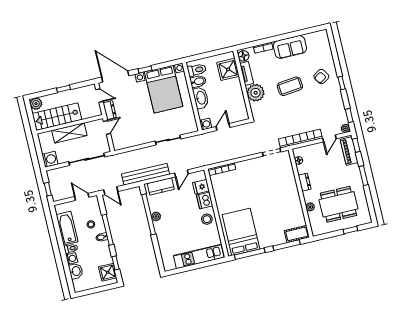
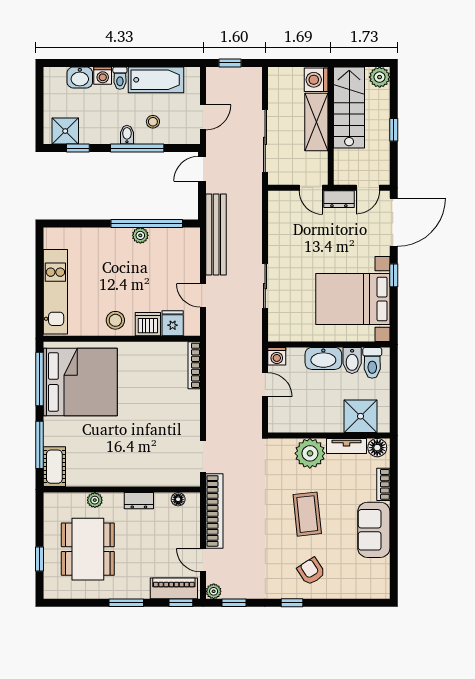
washing machine: (50, 159) -> (316, 80), moved, turned 90
kitchen counter: (161, 186) -> (189, 255), removed
bed: (241, 232) -> (80, 382), width x1.36

